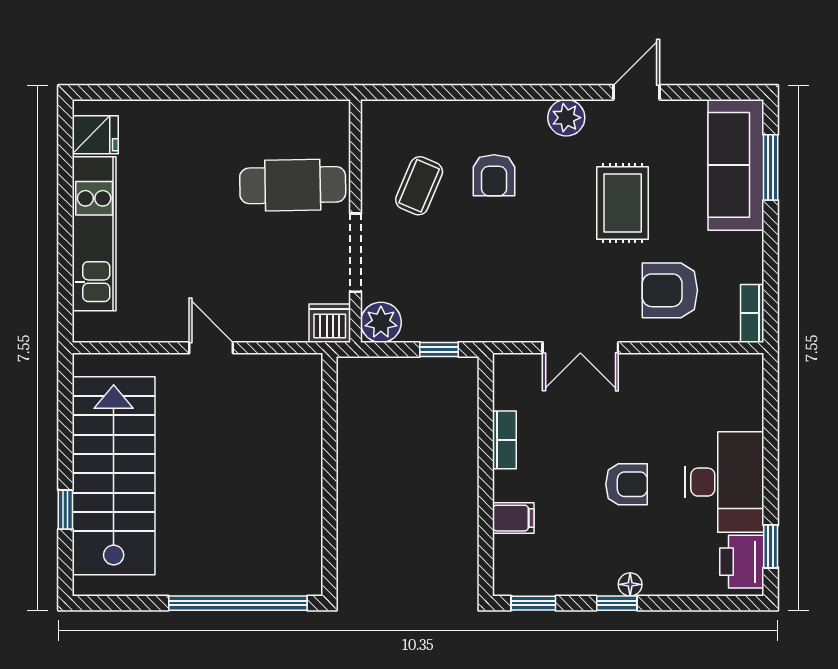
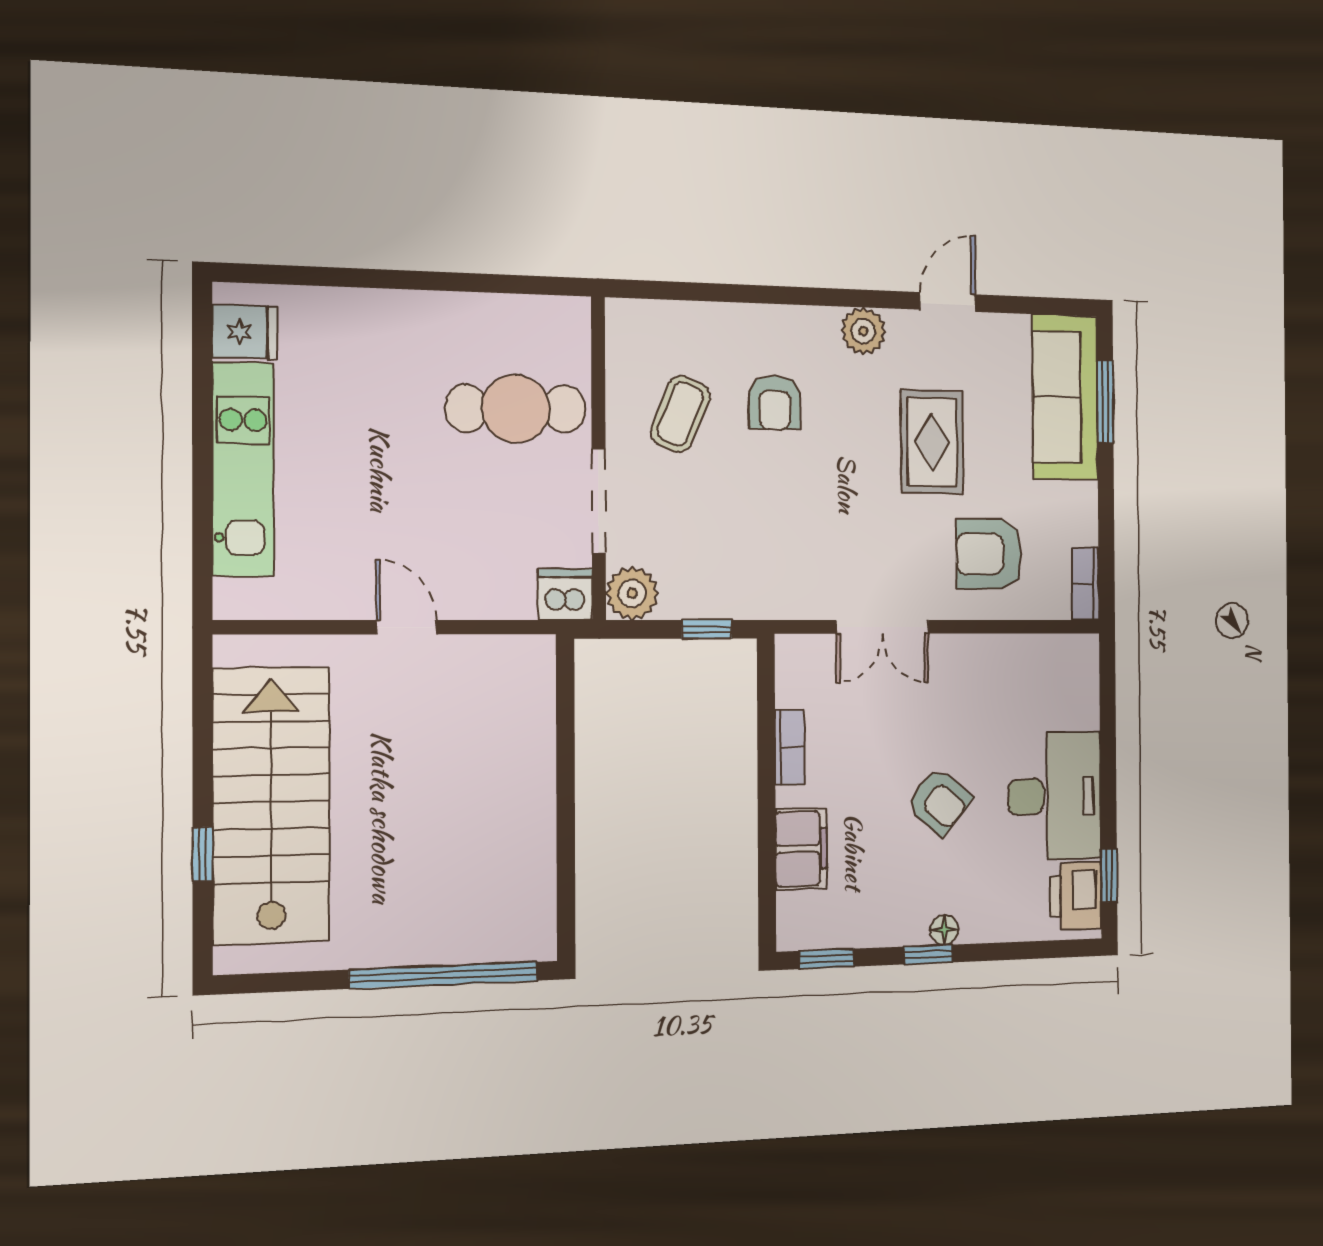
armchair: (627, 484) -> (939, 802), turned 40
filing cabinet: (513, 518) -> (801, 849), width x2.00

